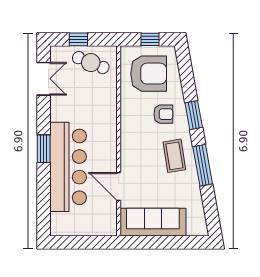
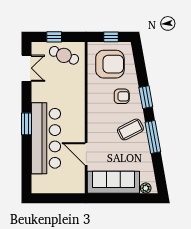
coffee table: (174, 156) -> (130, 129), turned 72
plant: (194, 230) -> (146, 188), added

